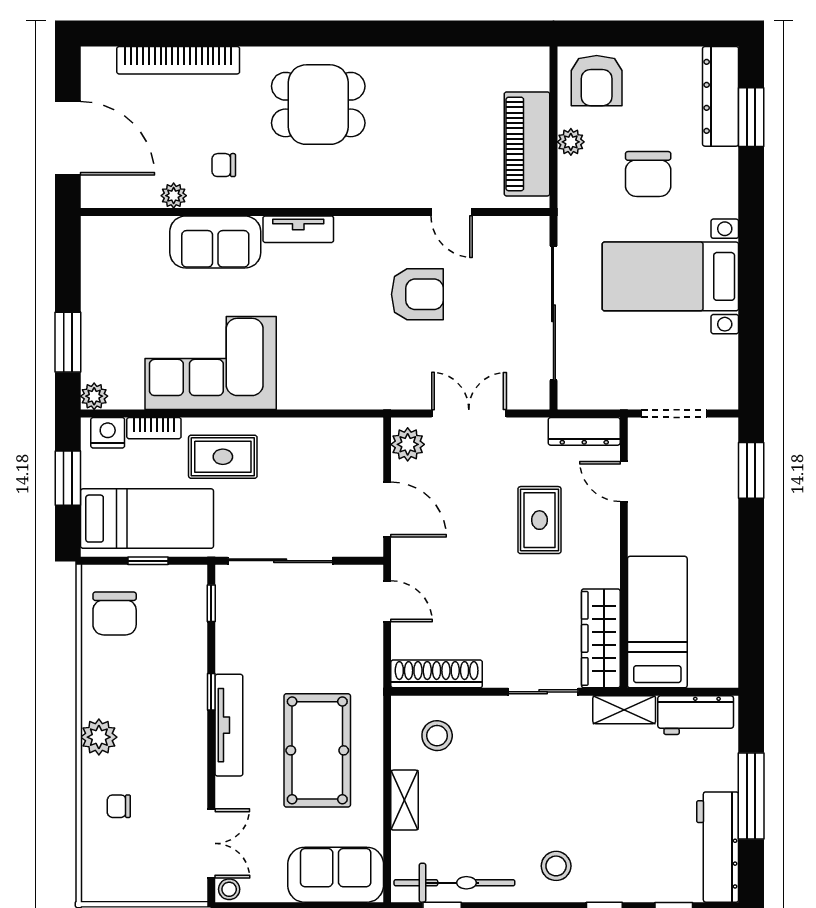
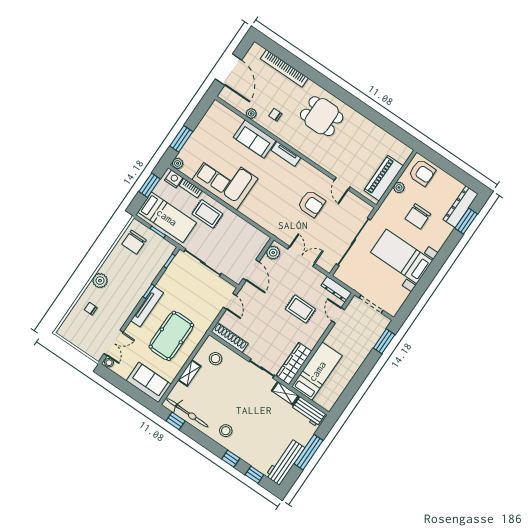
armchair: (597, 81) -> (422, 173), turned -90
rug: (539, 520) -> (300, 309), turned 90

